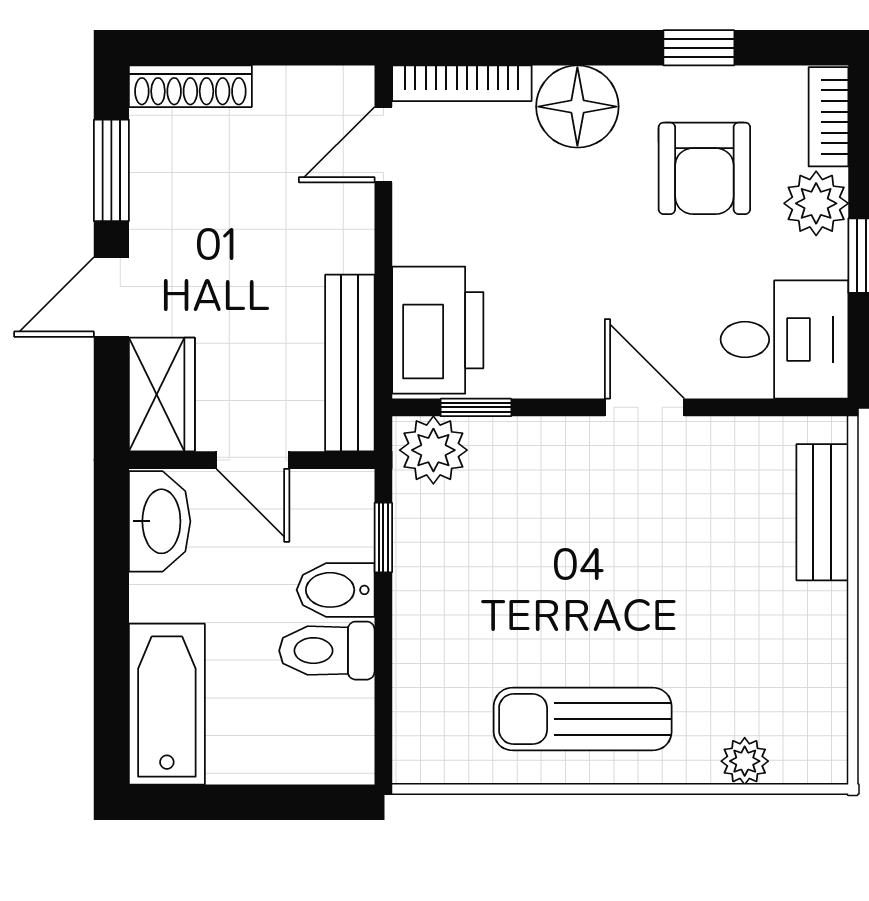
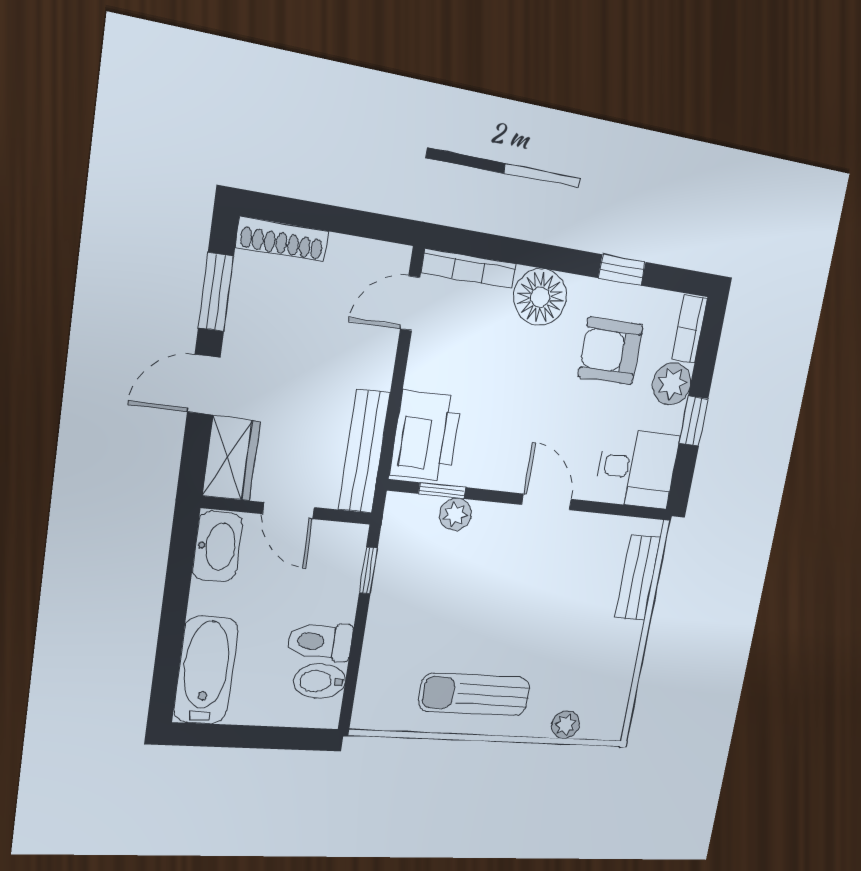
armchair: (704, 168) -> (611, 351), turned 90
plant: (433, 450) -> (455, 514), moved, width x0.73, depth x0.73
bidet: (336, 590) -> (320, 681), moved

